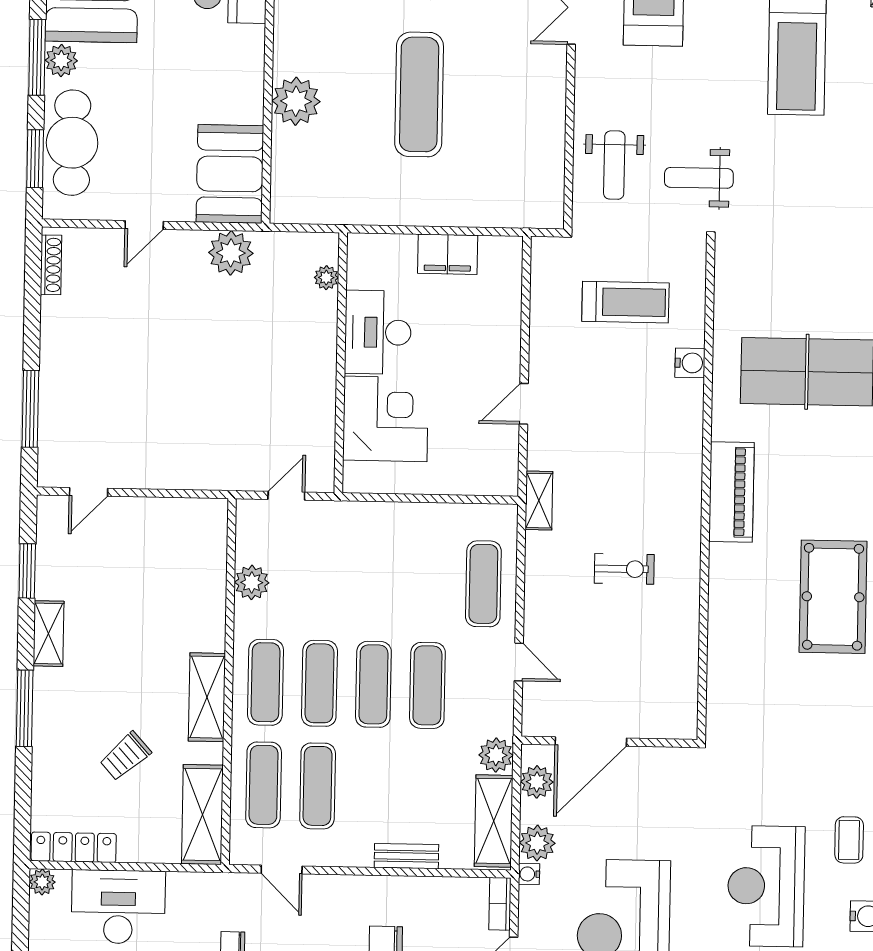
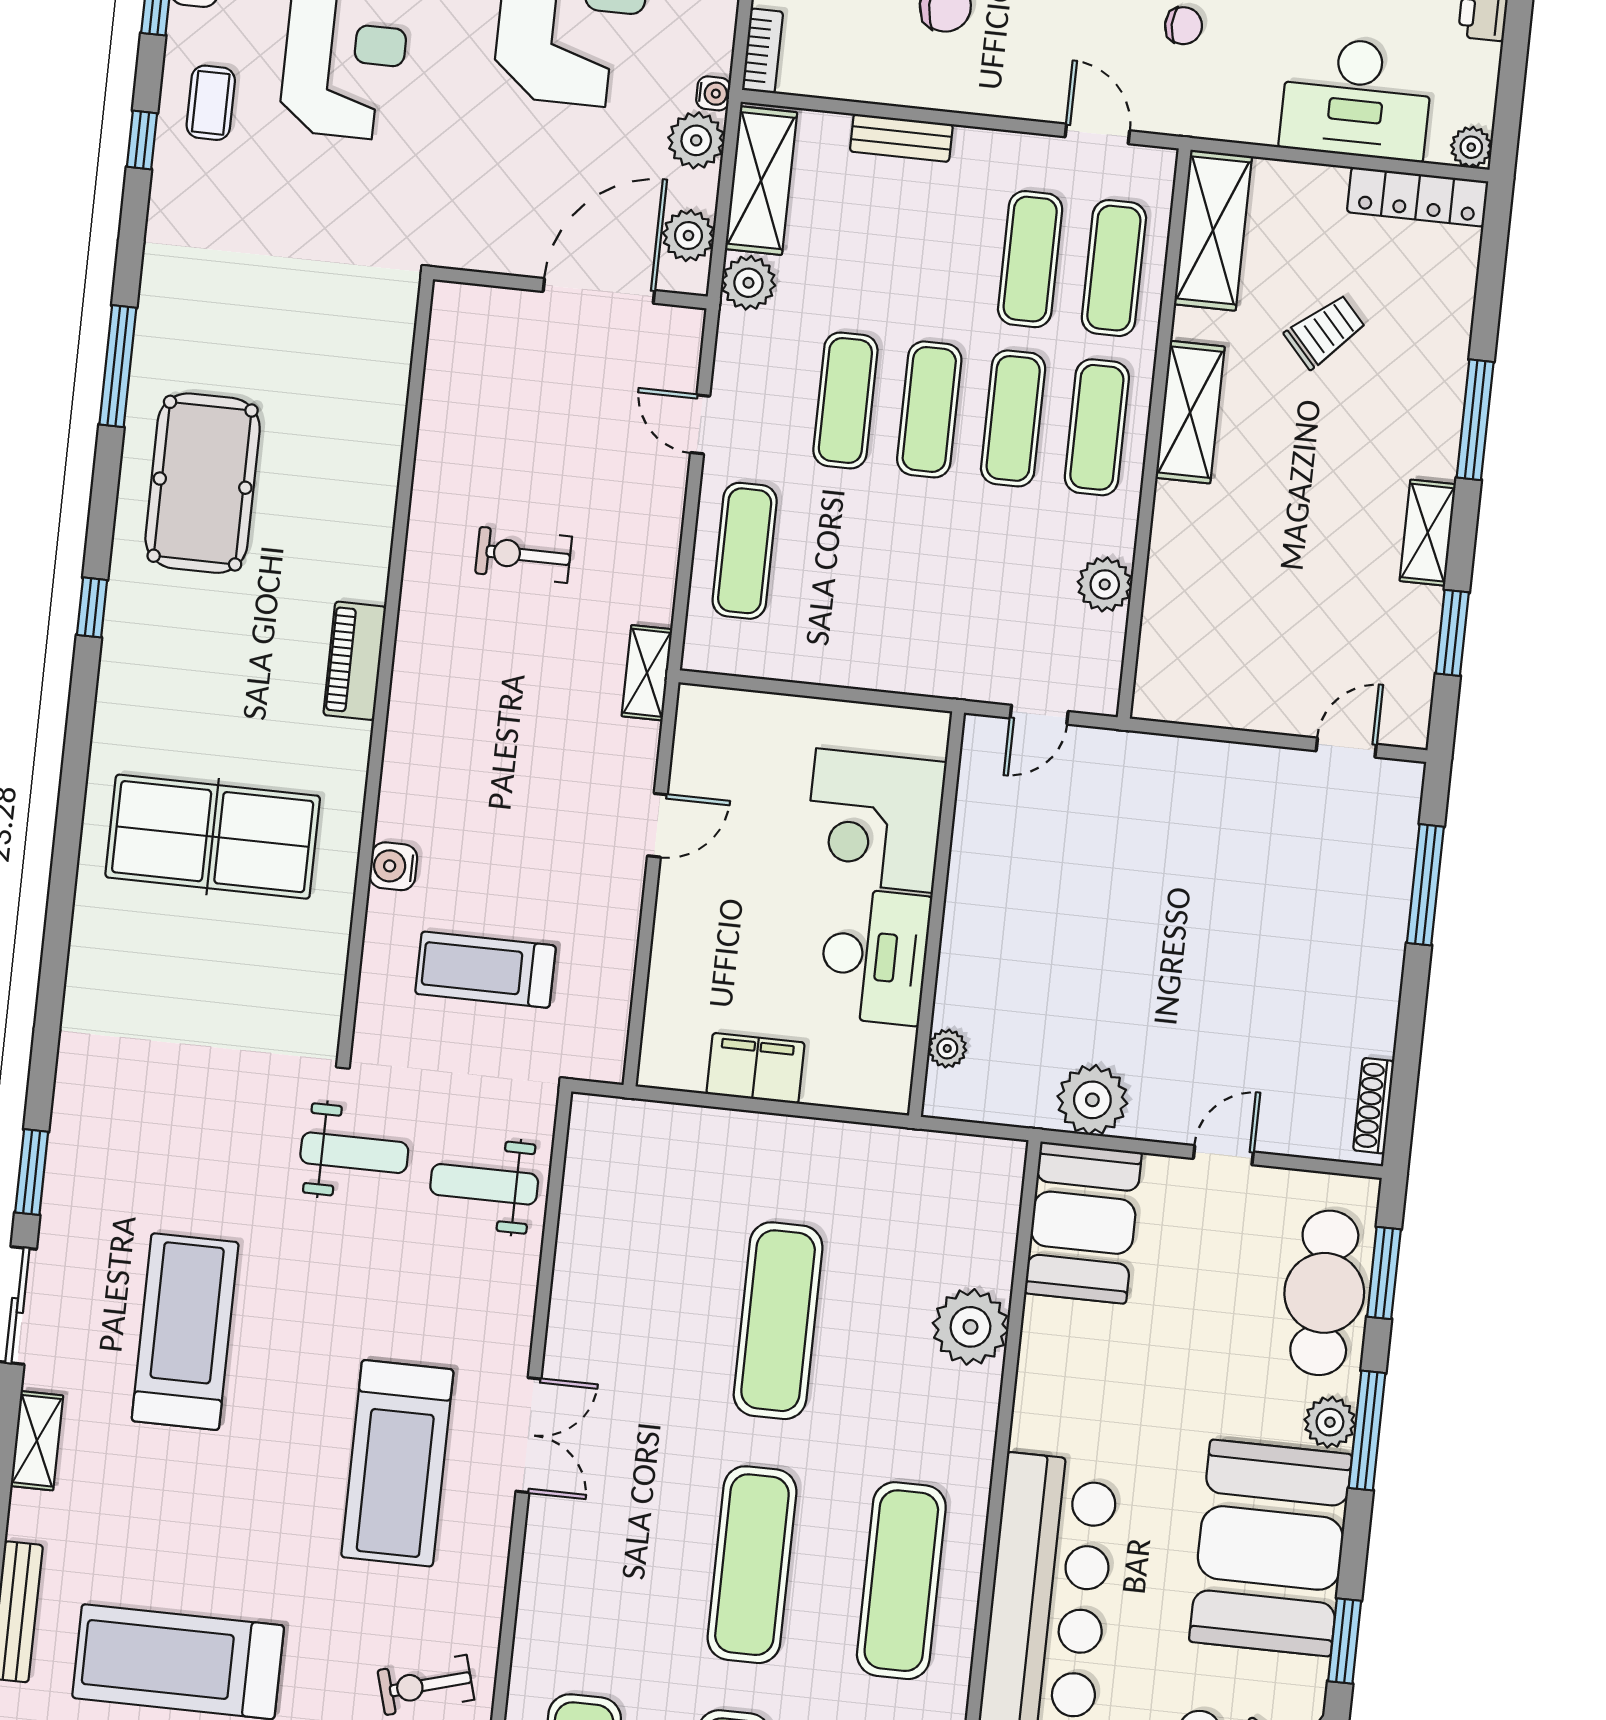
weight bench: (614, 165) -> (484, 1184), turned -90
piano: (731, 492) -> (355, 661), width x0.73, depth x0.75

